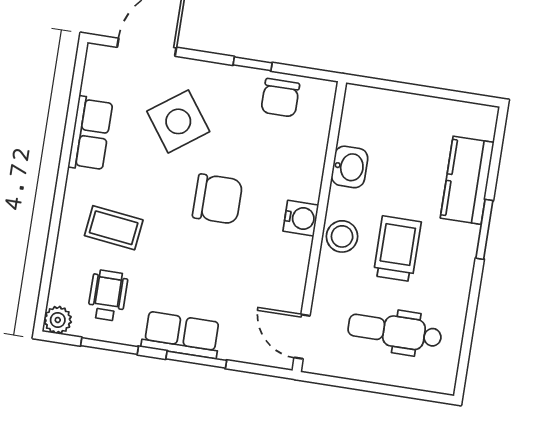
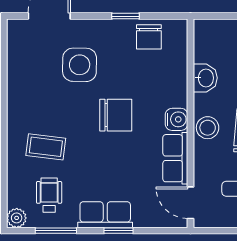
side table: (178, 121) -> (80, 65), turned 37
row of seats: (90, 134) -> (175, 158), moved, turned 180
window: (196, 360) -> (118, 231), width x0.67

